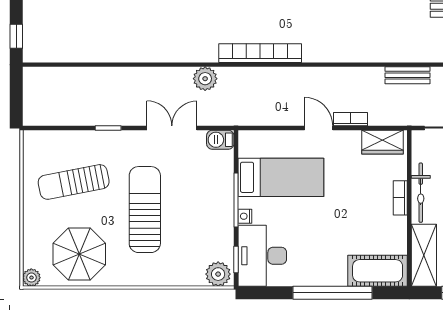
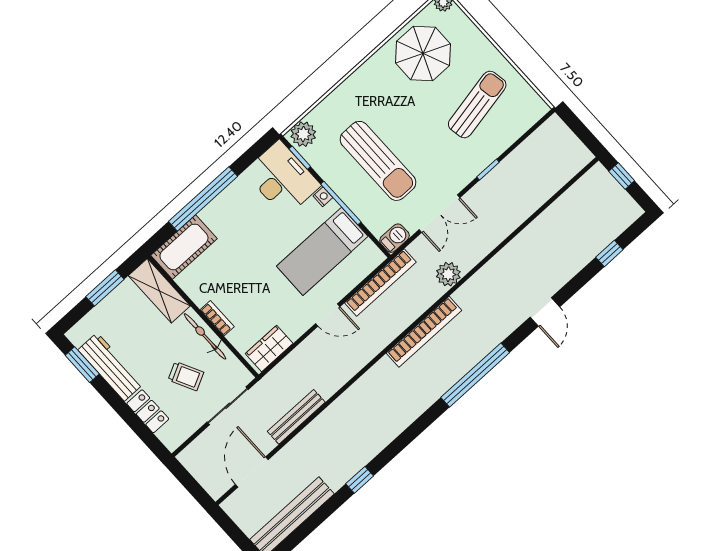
bench: (408, 75) -> (296, 417), width x1.36
bookcase: (351, 119) -> (380, 282), moved, width x2.31, depth x1.31
sun lounger: (145, 210) -> (378, 161), moved

